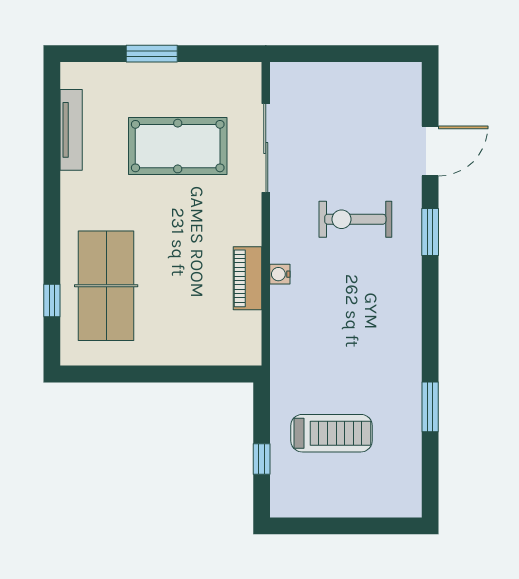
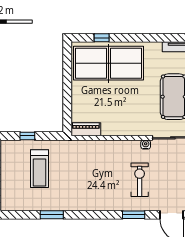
water cooler: (280, 274) -> (146, 145), moved
piano: (248, 278) -> (86, 129), moved
table tennis table: (106, 286) -> (108, 63), width x1.36, depth x1.32

